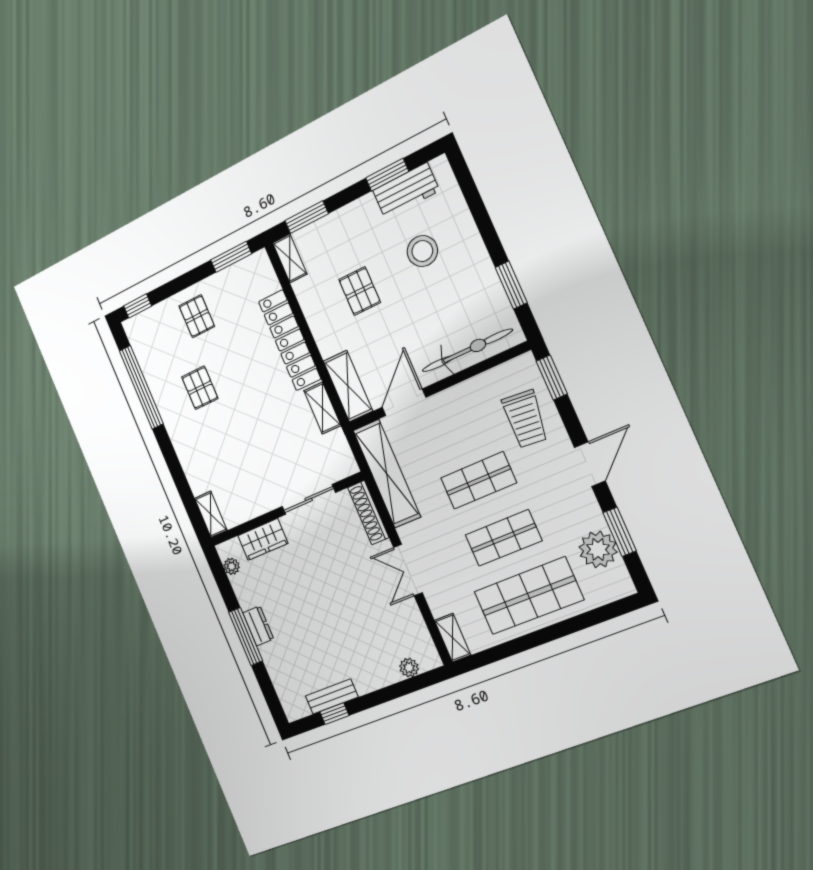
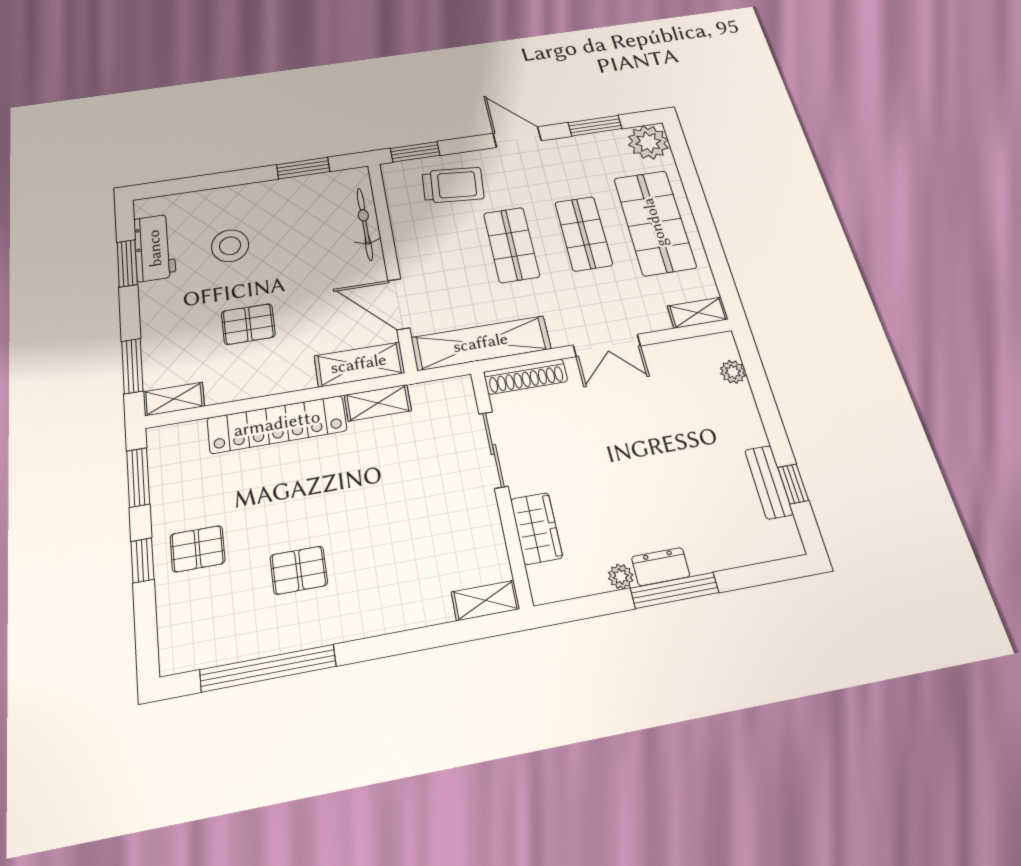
window: (138, 306) -> (142, 560), moved
bicycle: (467, 350) -> (365, 224), width x0.73, depth x0.71
plant: (598, 549) -> (648, 142), moved
plant: (232, 566) -> (621, 577), moved

